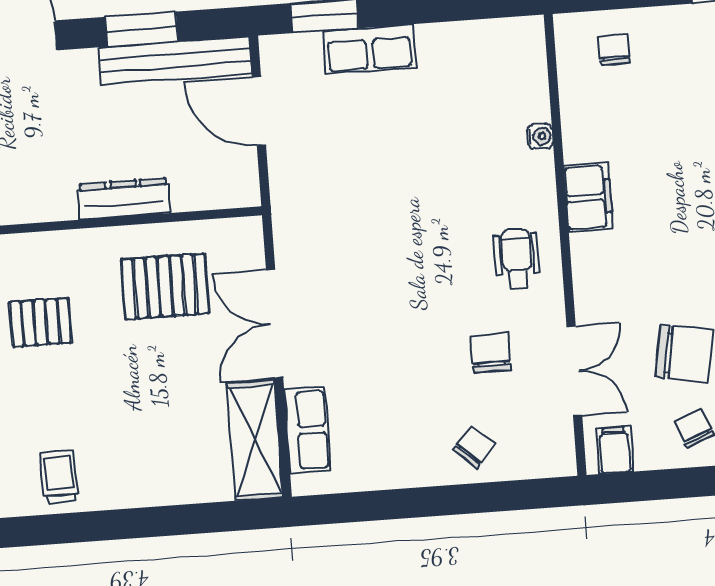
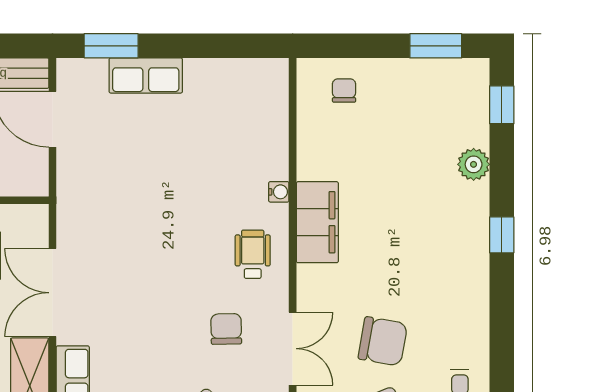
water cooler: (540, 136) -> (279, 192), moved
filing cabinet: (588, 197) -> (317, 222), width x1.50, depth x1.17

